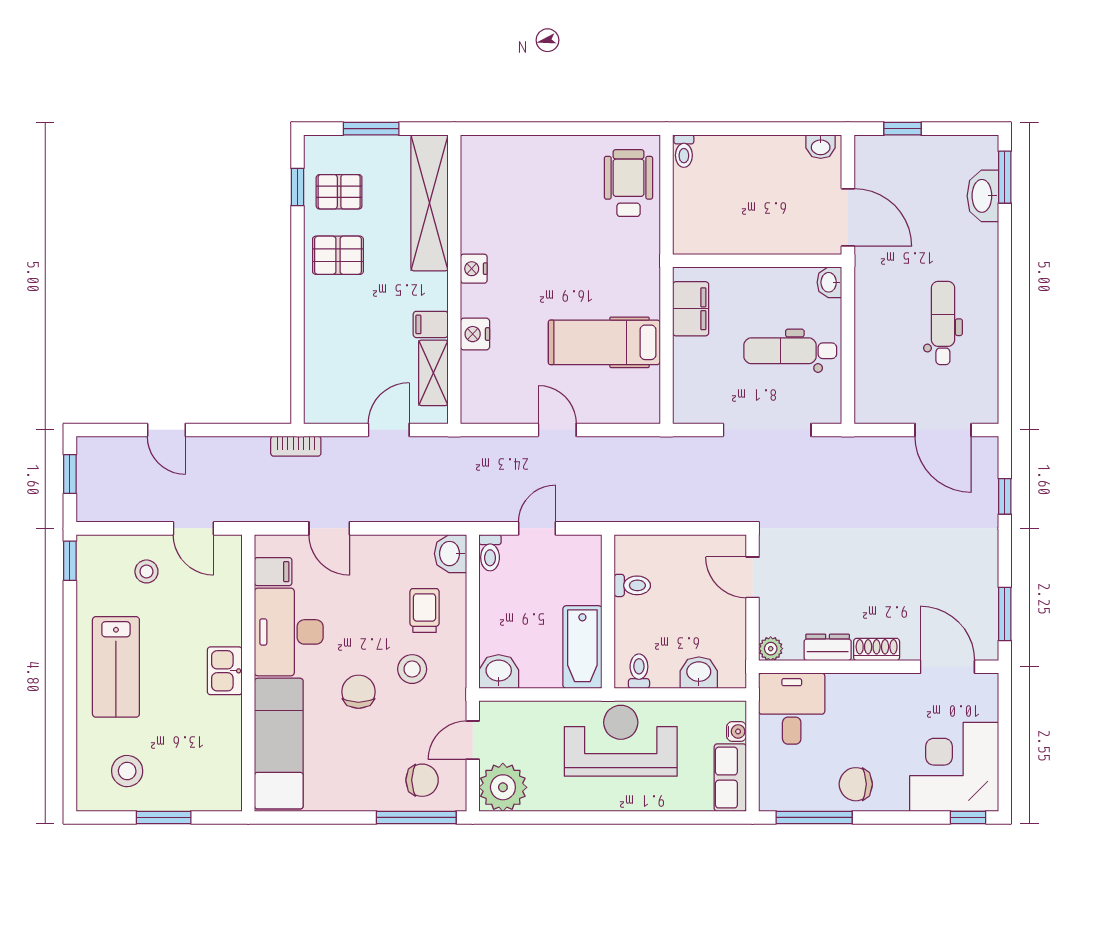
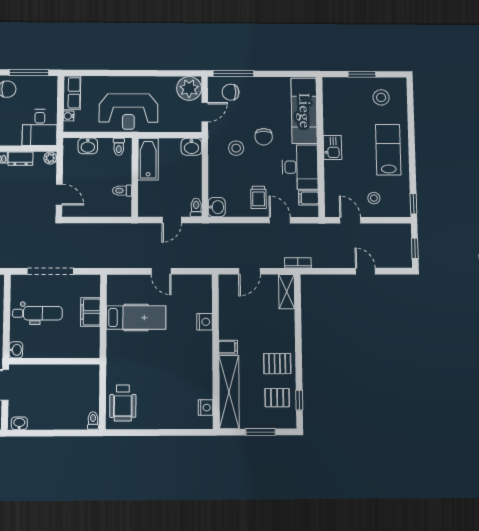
nightstand: (474, 269) -> (206, 408), moved
filing cabinet: (691, 309) -> (90, 312), moved
filing cabinet: (431, 324) -> (228, 347), moved
shelving: (433, 373) -> (287, 292), moved
trolley: (425, 611) -> (259, 197), moved

